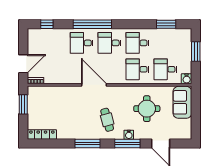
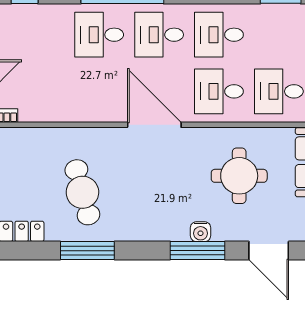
door: (94, 85) -> (154, 125), moved
cafe table: (107, 120) -> (82, 192), moved, width x1.37, depth x1.35
window: (88, 143) -> (87, 251), moved

